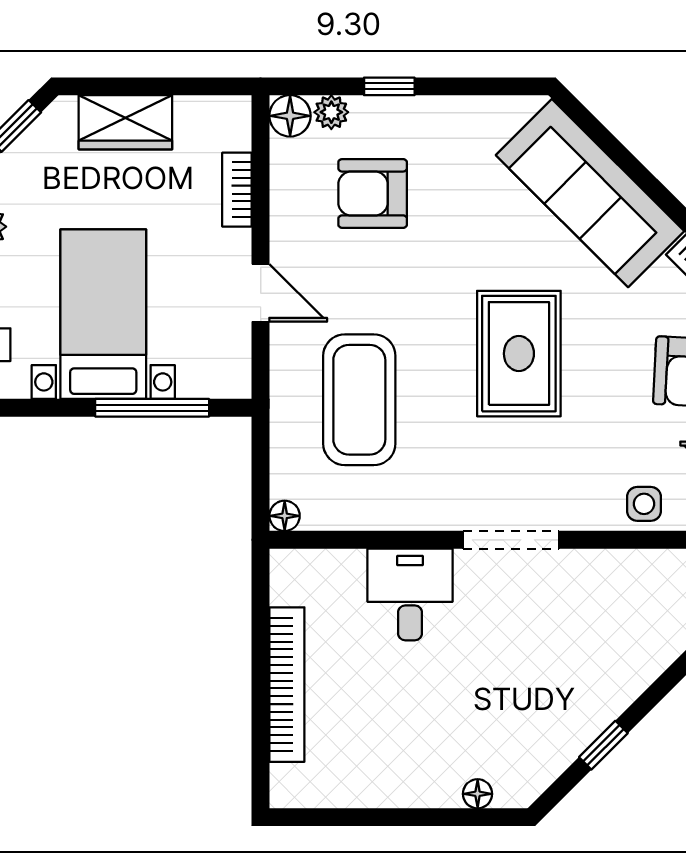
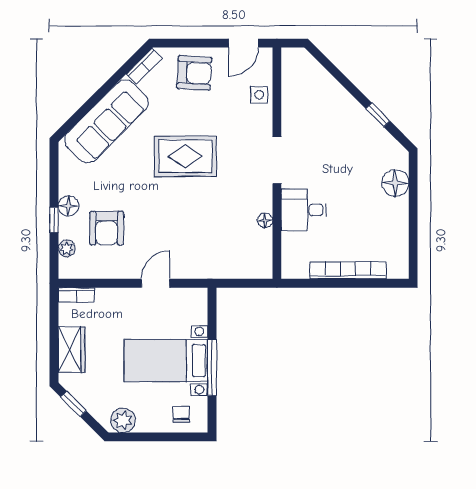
floor lamp: (290, 116) -> (68, 206), moved
bookcase: (237, 190) -> (76, 295), moved
coffee table: (359, 400) -> (208, 235), removed
window: (152, 408) -> (212, 367), moved
floor lamp: (285, 516) -> (265, 220), moved
floor lamp: (478, 794) -> (395, 183), width x1.89, depth x1.89

